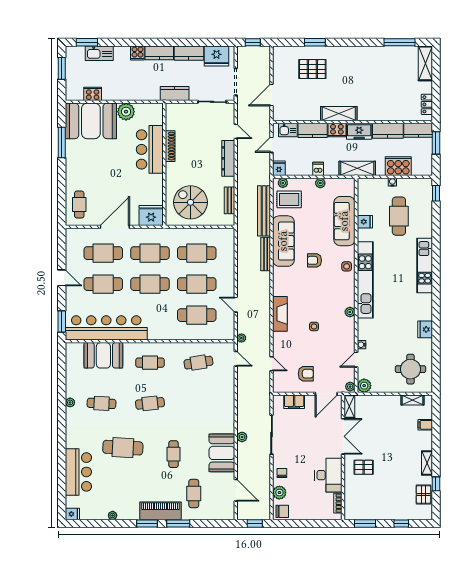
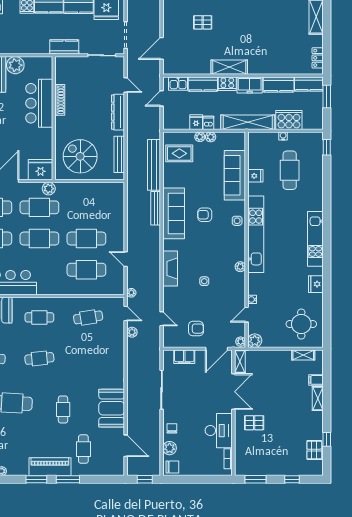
pallet: (312, 69) -> (203, 22), width x0.67, depth x0.71
fridge: (279, 168) -> (196, 122), moved
shelving: (357, 168) -> (248, 122), width x1.47
plant: (283, 183) -> (200, 137), moved
bench: (229, 200) -> (119, 154), width x1.36
plant: (159, 234) -> (49, 189), added
sofa: (283, 241) -> (174, 213), moved
cafe table: (197, 253) -> (86, 207), removed
kitchen unit: (425, 266) -> (315, 239), moved
plant: (242, 437) -> (132, 332), moved
shelving: (427, 463) -> (318, 398), moved

